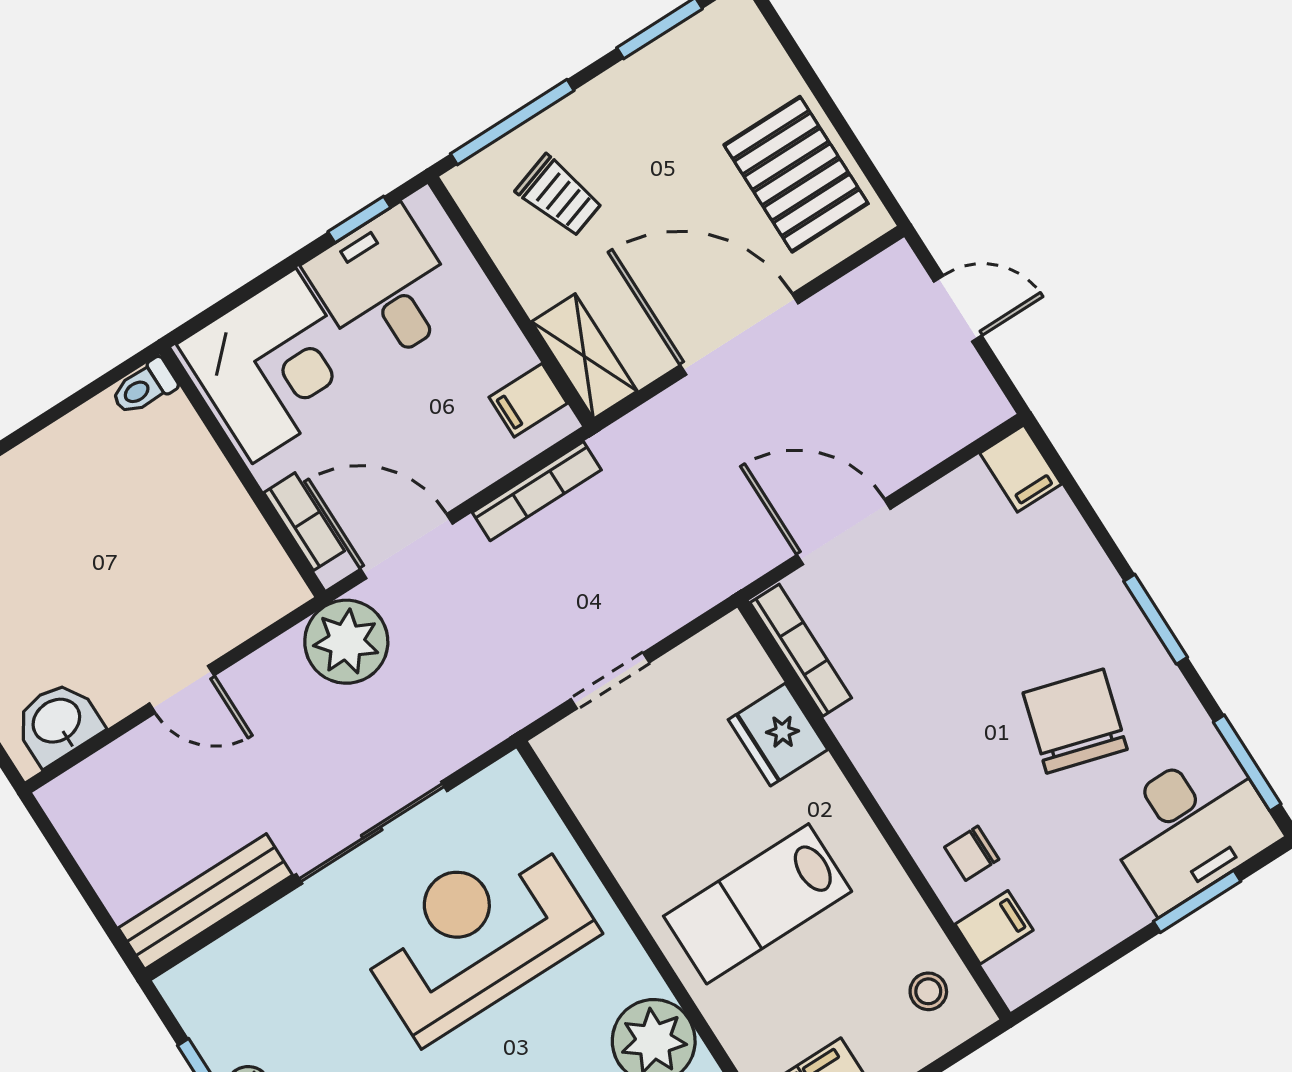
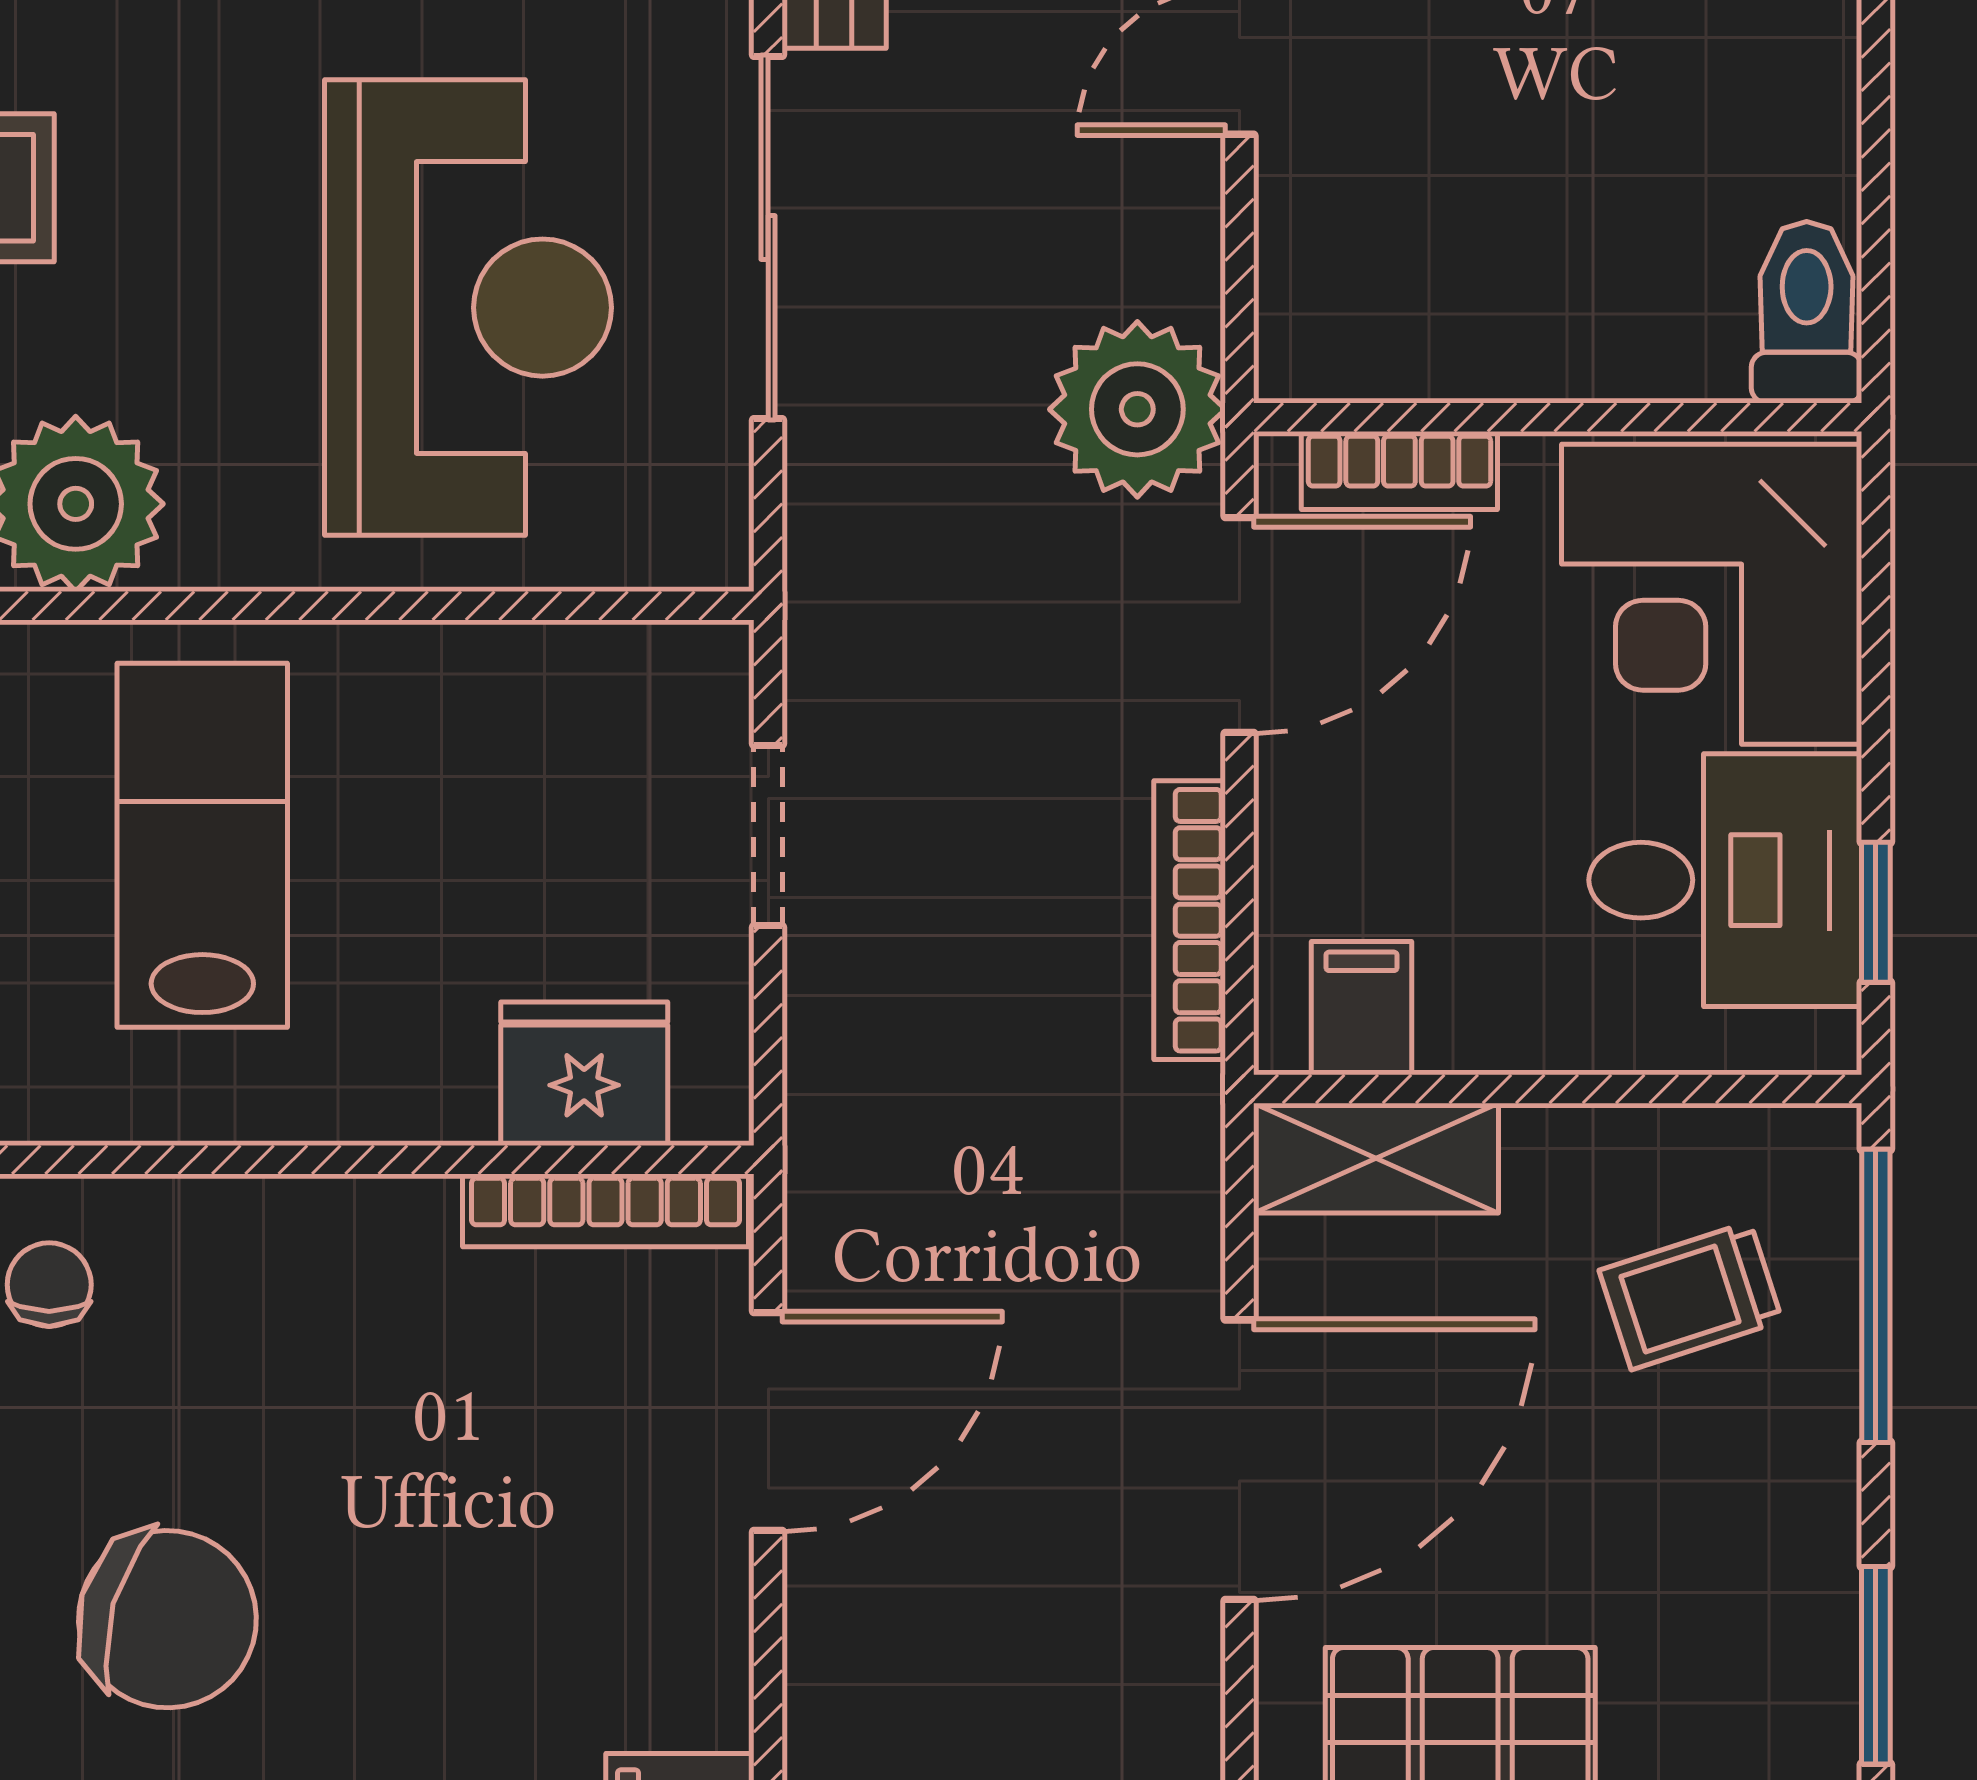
toilet: (144, 387) -> (1807, 312), width x1.37, depth x1.39
fridge: (778, 735) -> (584, 1074), moved

